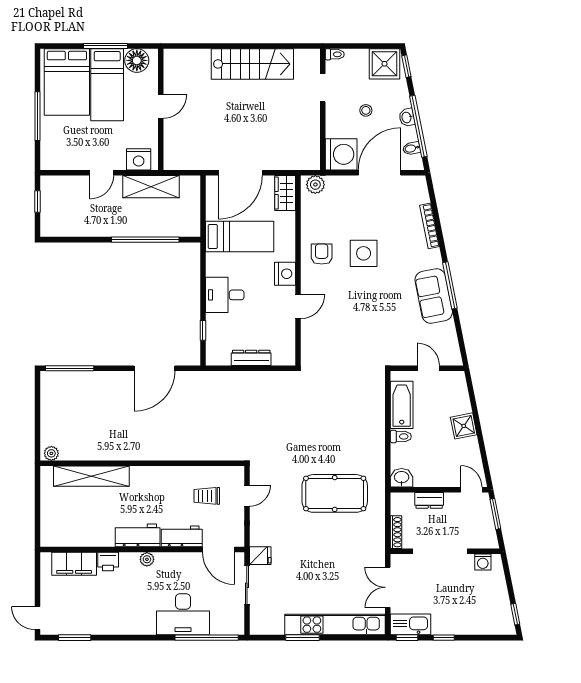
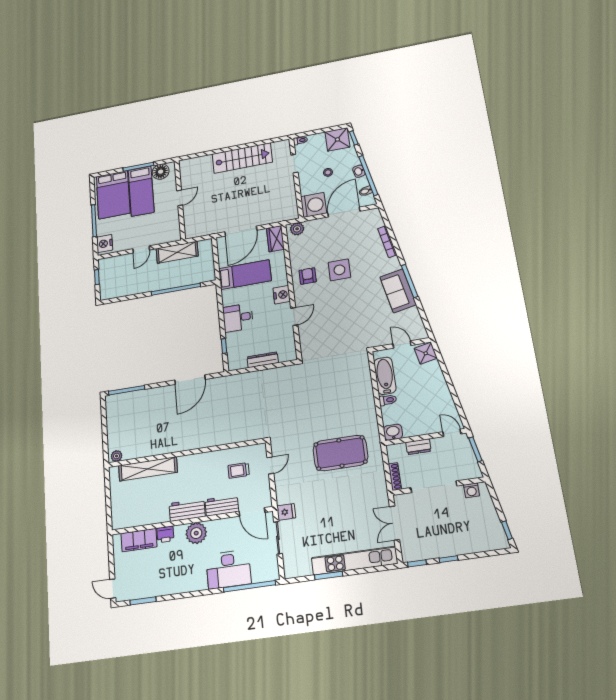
nightstand: (139, 159) -> (105, 244), moved, turned 90
shower: (464, 426) -> (426, 353), moved
plant: (147, 559) -> (196, 533), width x1.88, depth x1.88
kitchen sink: (411, 624) -> (418, 552), removed

